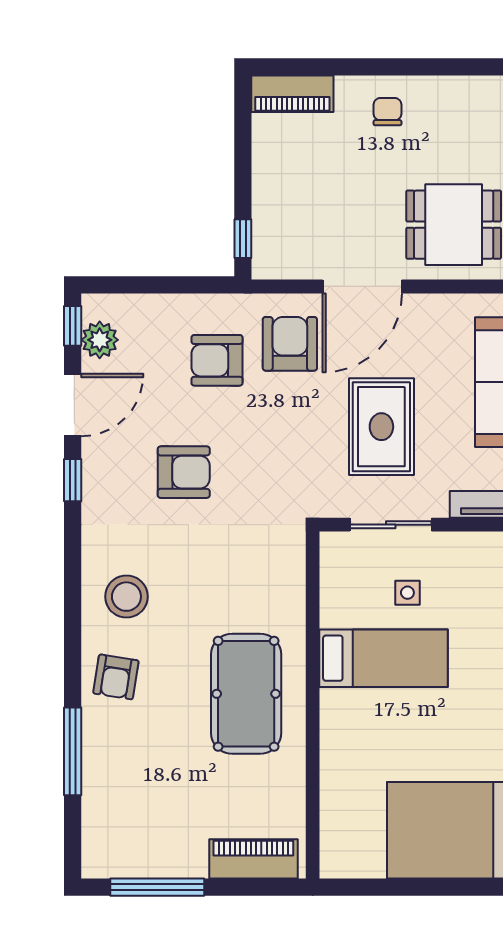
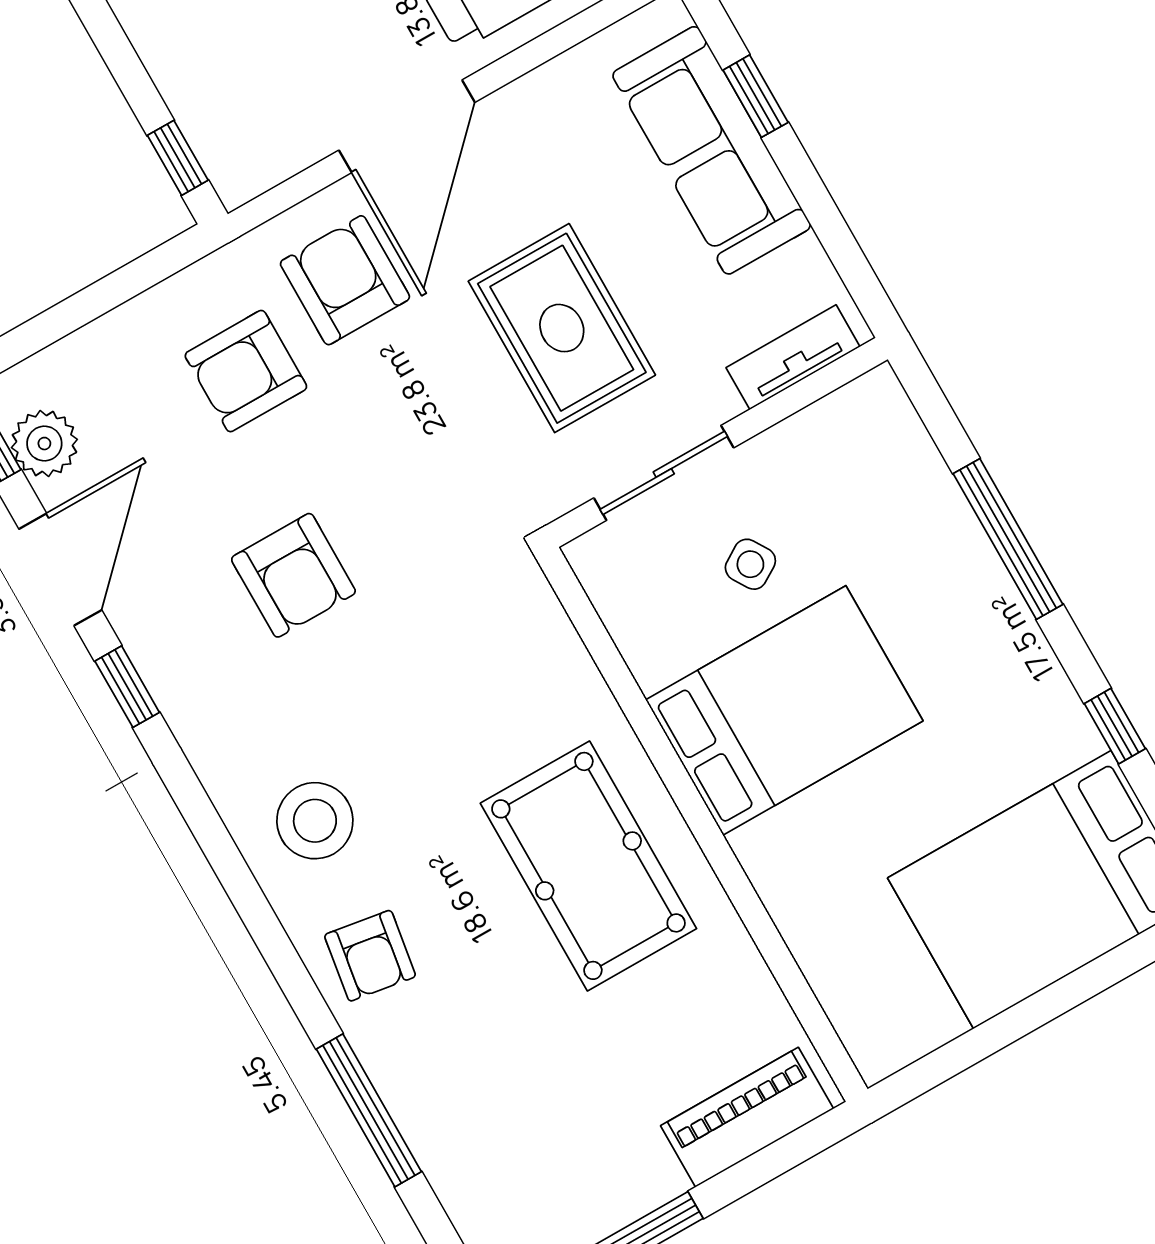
armchair: (184, 472) -> (293, 575), turned 90
side table: (407, 593) -> (750, 564), turned -32
bed: (384, 658) -> (784, 710), width x1.50

